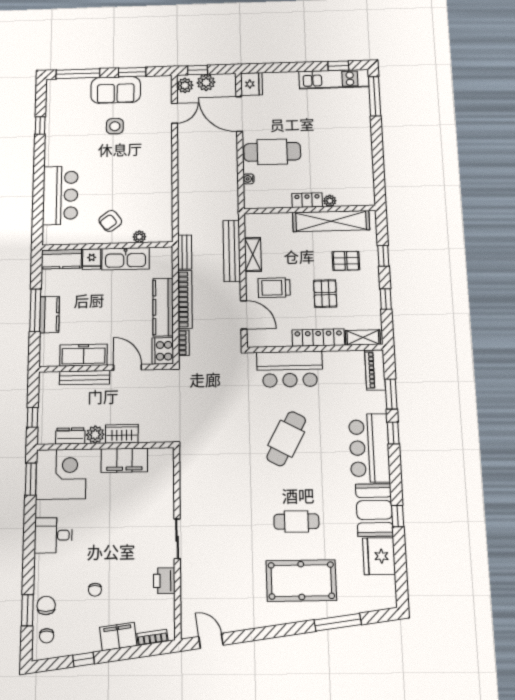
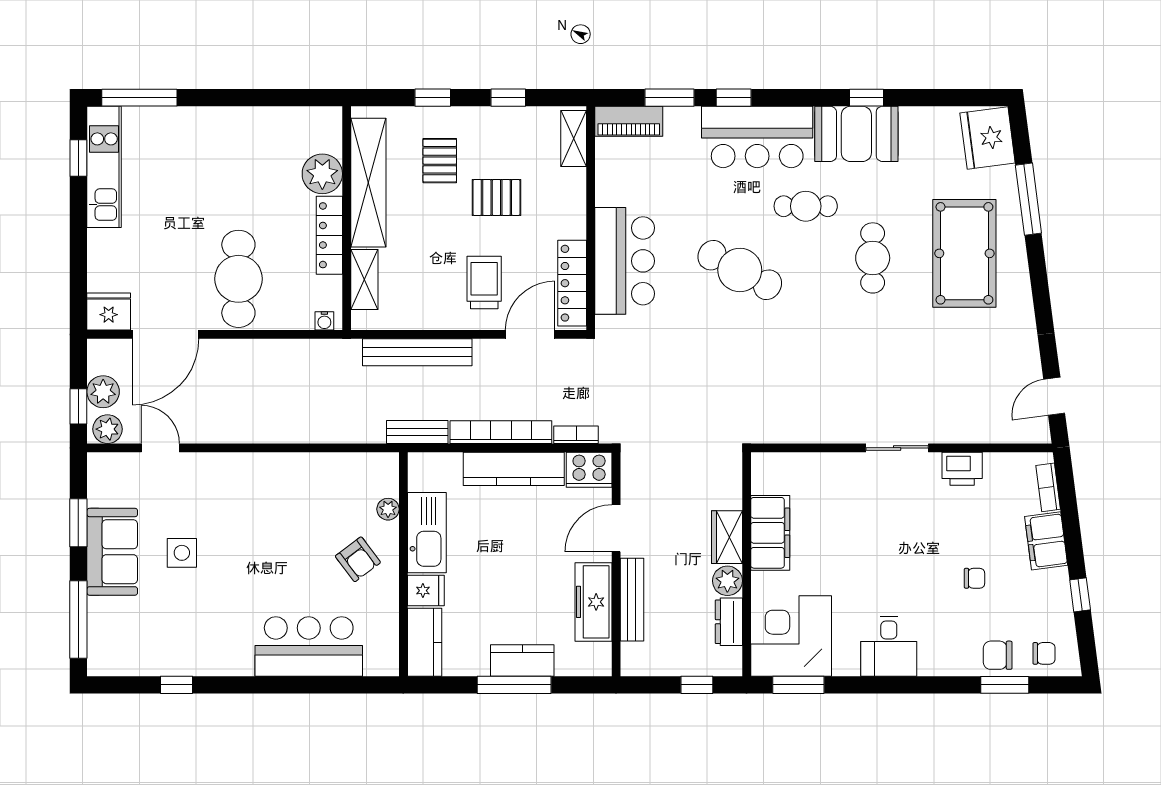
water cooler: (249, 179) -> (324, 321), moved
locker: (307, 200) -> (329, 235), width x1.53
plant: (330, 201) -> (322, 174), width x1.88, depth x1.88
shelving: (253, 254) -> (364, 279), moved, turned 90
trolley: (274, 288) -> (484, 282), turned 180
locker: (318, 338) -> (572, 283), moved
cafe table: (327, 479) -> (806, 206), added
fridge: (379, 556) -> (988, 138), moved, turned 83

